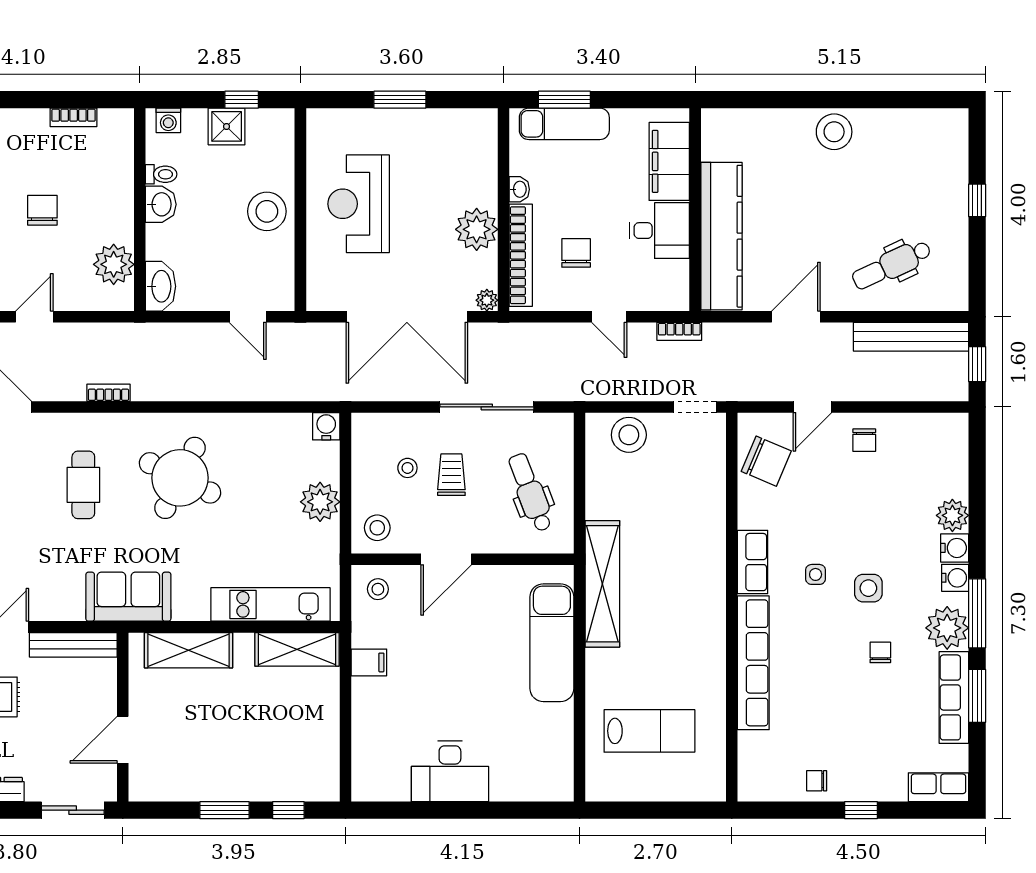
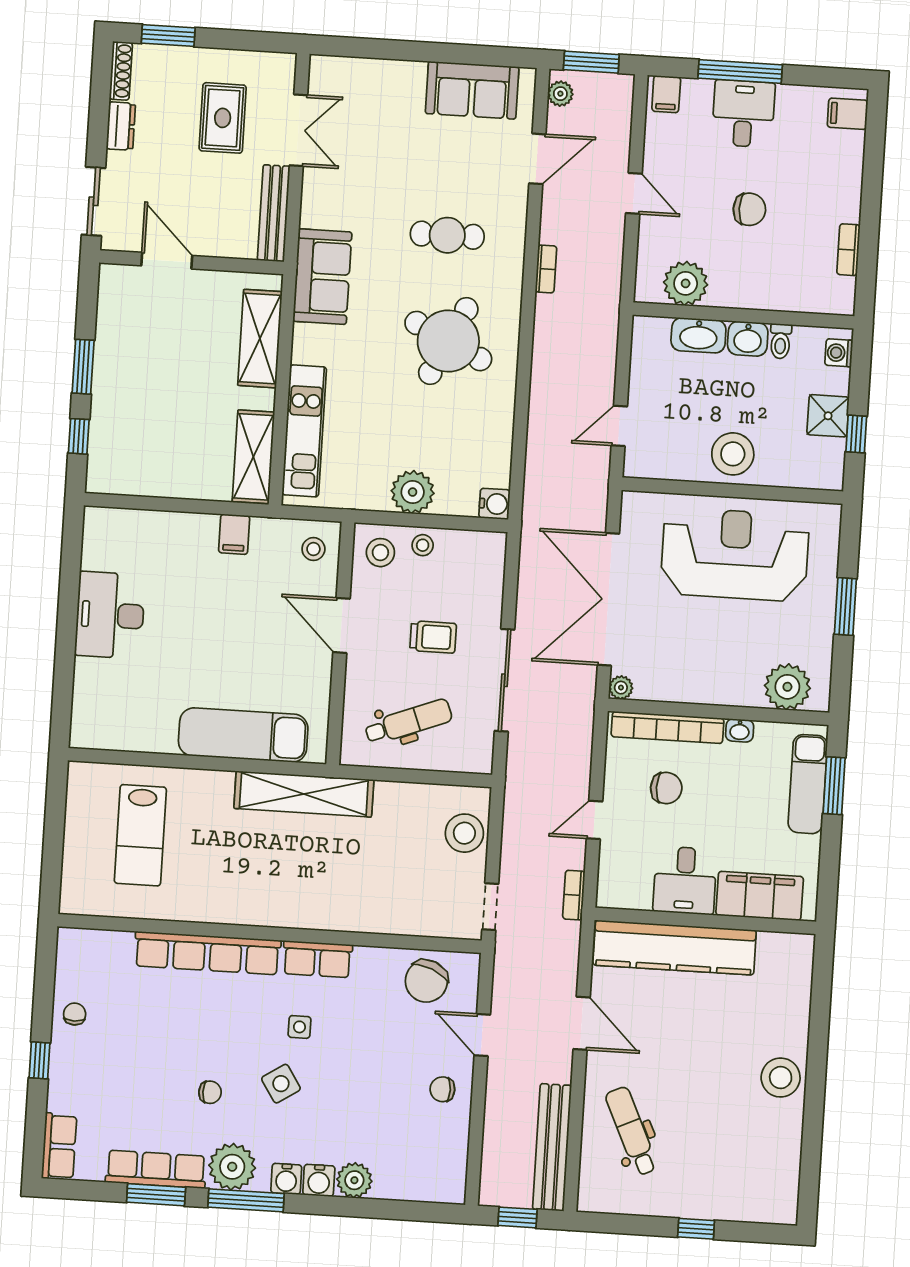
reception desk: (359, 204) -> (735, 554), width x1.36, depth x1.30
plant: (477, 229) -> (787, 687), moved
washbasin: (160, 286) -> (698, 335), moved
stool: (407, 468) -> (423, 545), moved
side table: (868, 588) -> (281, 1084), turned -33

